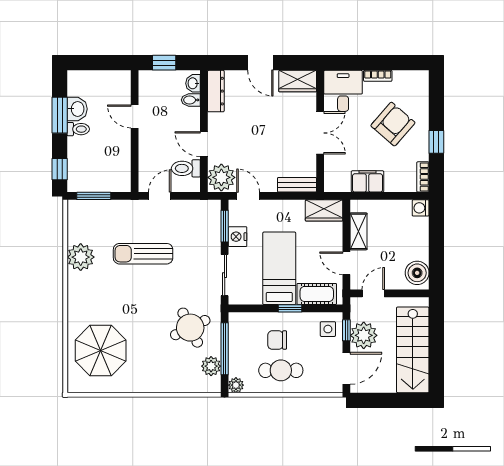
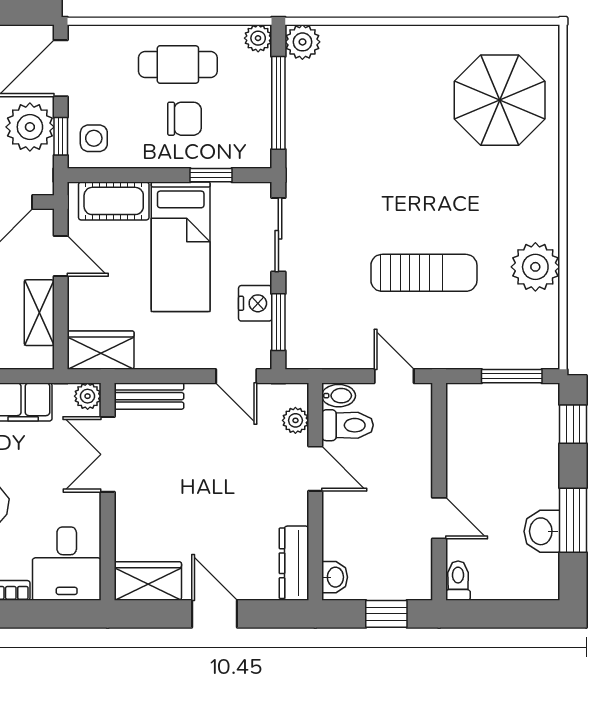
bidet: (191, 100) -> (339, 396), moved
toilet: (78, 129) -> (458, 581), moved, turned 90
double door: (320, 133) -> (108, 454), moved
plant: (221, 177) -> (295, 420), width x0.53, depth x0.53
plant: (331, 185) -> (88, 396), added
door: (160, 196) -> (394, 376), swing flipped
window: (290, 308) -> (211, 175), moved
round table: (190, 328) -> (340, 141), removed
plant: (211, 366) -> (302, 42), moved

